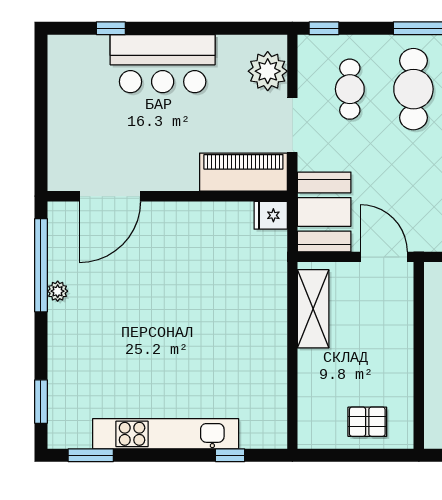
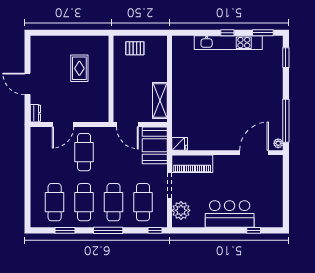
cafe table: (350, 89) -> (143, 202), width x1.37, depth x1.35
plant: (58, 291) -> (278, 143), moved
window: (230, 455) -> (227, 33), moved

